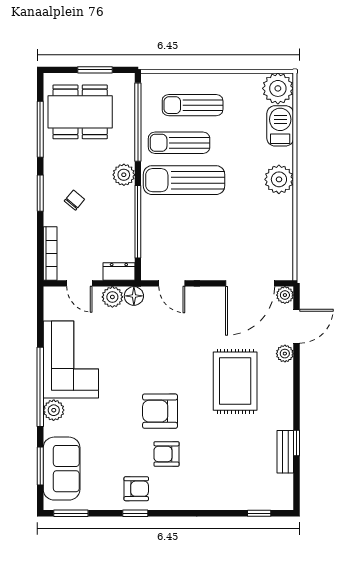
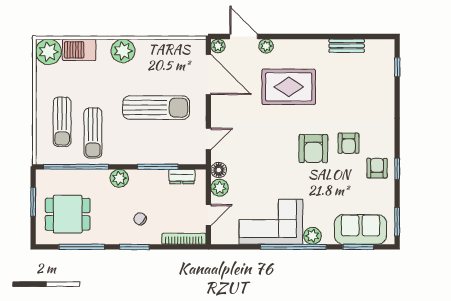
dining table: (80, 112) -> (68, 214), width x0.73
sun lounger: (184, 180) -> (156, 108), moved, turned -90
window: (138, 222) -> (158, 167), width x0.68
dresser: (119, 271) -> (182, 177), moved, turned -90
window: (296, 443) -> (339, 37), removed

